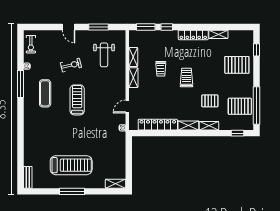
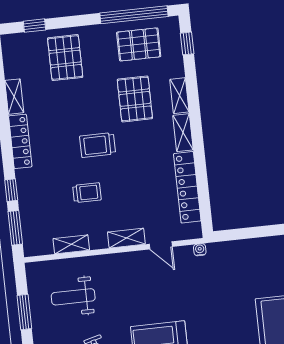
weight bench: (104, 55) -> (73, 297), turned 180
shelving: (133, 78) -> (126, 238), moved
pallet: (210, 101) -> (135, 99), width x1.50, depth x1.42
pallet: (240, 106) -> (139, 44), turned 90

